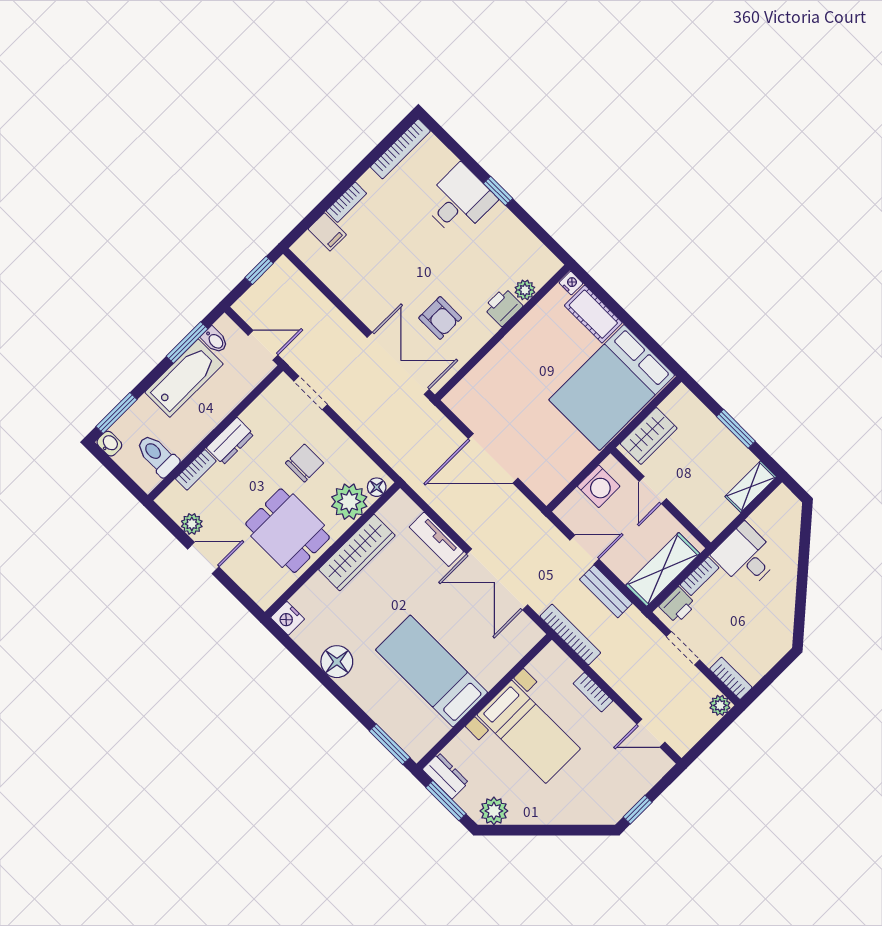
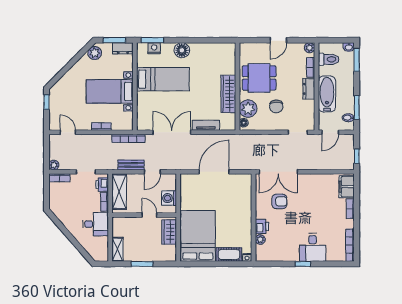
filing cabinet: (327, 232) -> (347, 187), width x2.00
armchair: (440, 318) -> (279, 201), turned 180
bathtub: (184, 378) -> (327, 94), moved, turned 180
plant: (192, 524) -> (310, 48), moved
nightstand: (288, 618) -> (154, 48), moved
floor lamp: (337, 662) -> (182, 50), moved
door: (651, 733) -> (68, 132), hinge flipped

